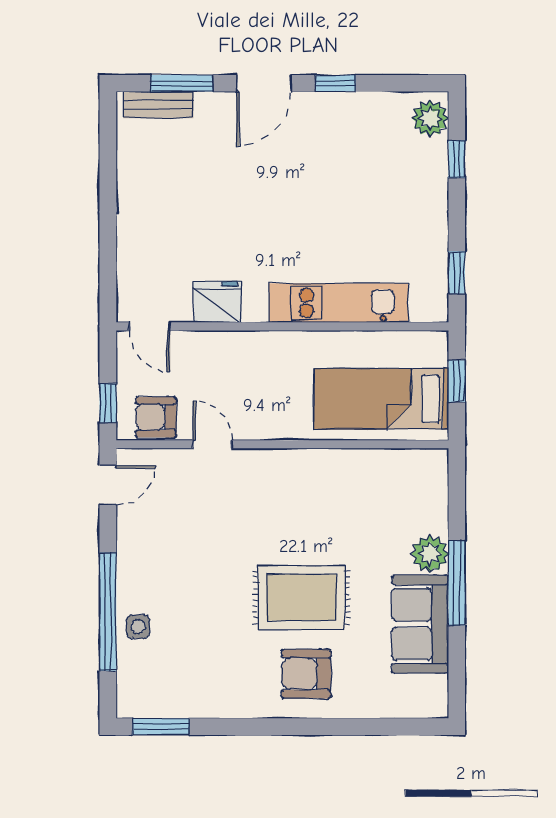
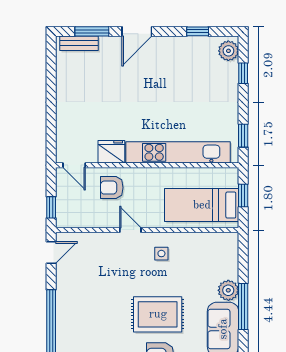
window: (336, 83) -> (198, 31), moved
kitchen unit: (339, 303) -> (178, 152), width x1.36
armchair: (156, 417) -> (112, 188), moved
door: (212, 444) -> (130, 230), moved
side table: (138, 627) -> (161, 254), moved

